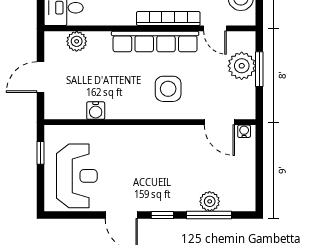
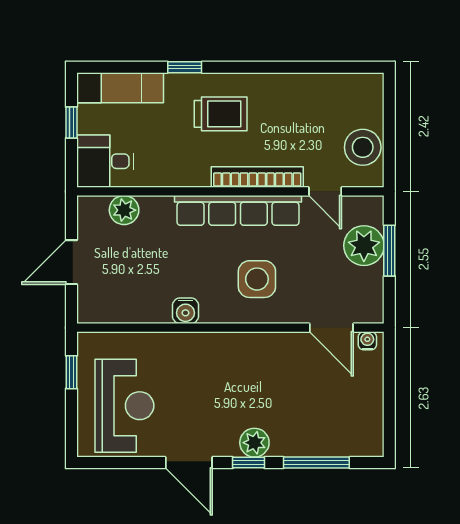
water cooler: (96, 111) -> (185, 311), moved
plant: (210, 201) -> (254, 443), moved

